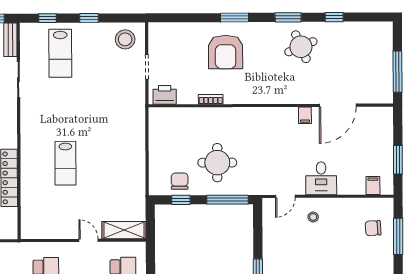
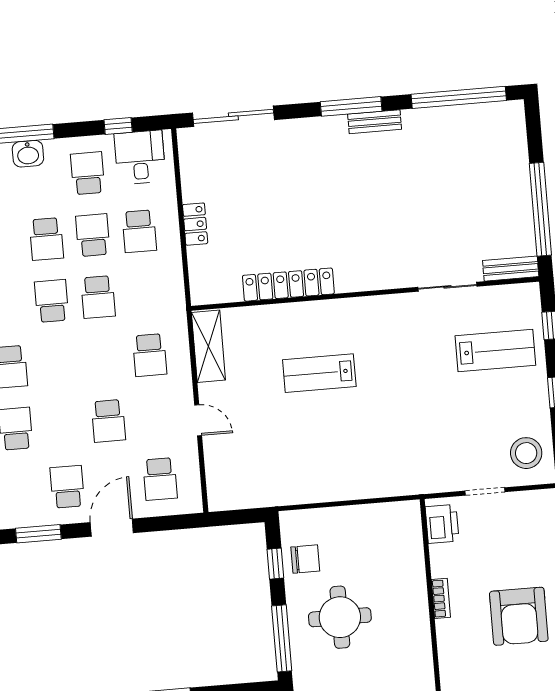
armchair: (226, 52) -> (519, 616), turned -90
lab bench: (60, 53) -> (495, 351), turned 180
shelving: (124, 230) -> (208, 346), moved
door: (89, 240) -> (198, 420), hinge flipped

